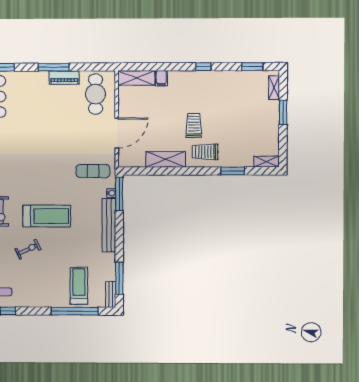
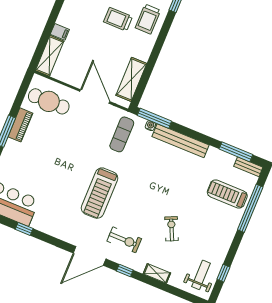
shelving: (165, 159) -> (131, 79), moved
treadmill: (47, 216) -> (99, 193), moved, turned 180

